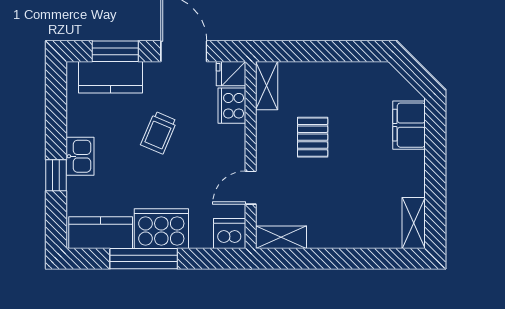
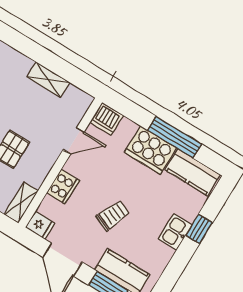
cooker: (232, 106) -> (63, 187), moved
shelving: (281, 237) -> (48, 80), moved

